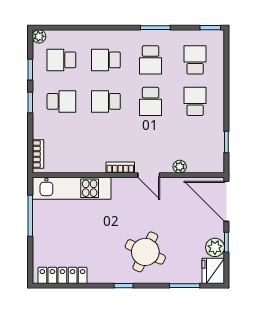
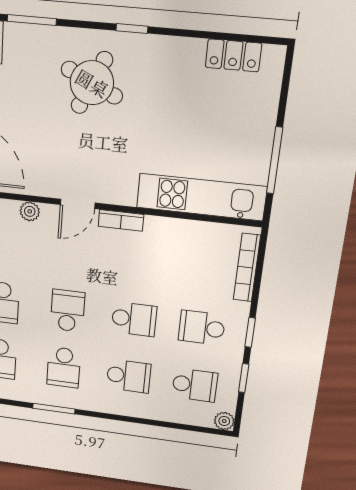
school desk: (151, 60) -> (64, 367), turned 180
bookcase: (38, 154) -> (247, 268), width x1.56
door: (149, 175) -> (78, 204), swing flipped
locker: (62, 275) -> (233, 55), width x0.66

